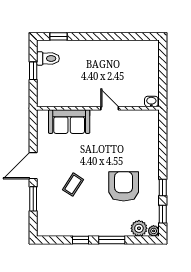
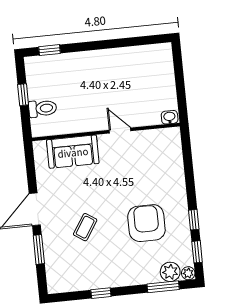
toilet: (48, 59) -> (43, 108), moved
window: (112, 240) -> (163, 287), moved

